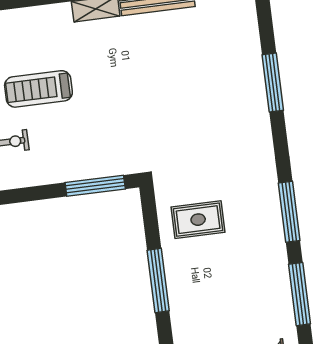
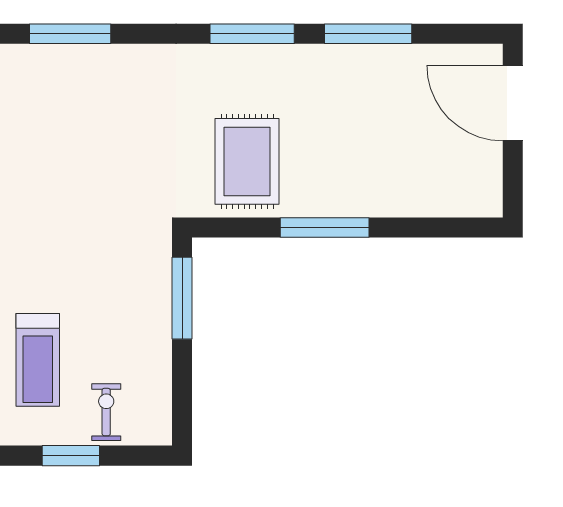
rug: (198, 220) -> (247, 161), width x1.36, depth x1.43

